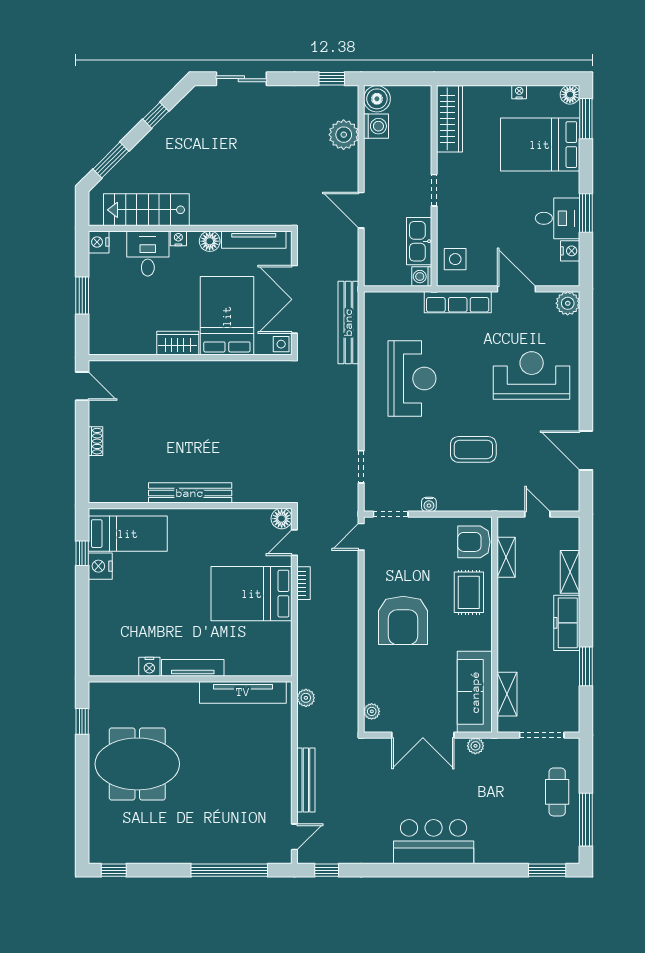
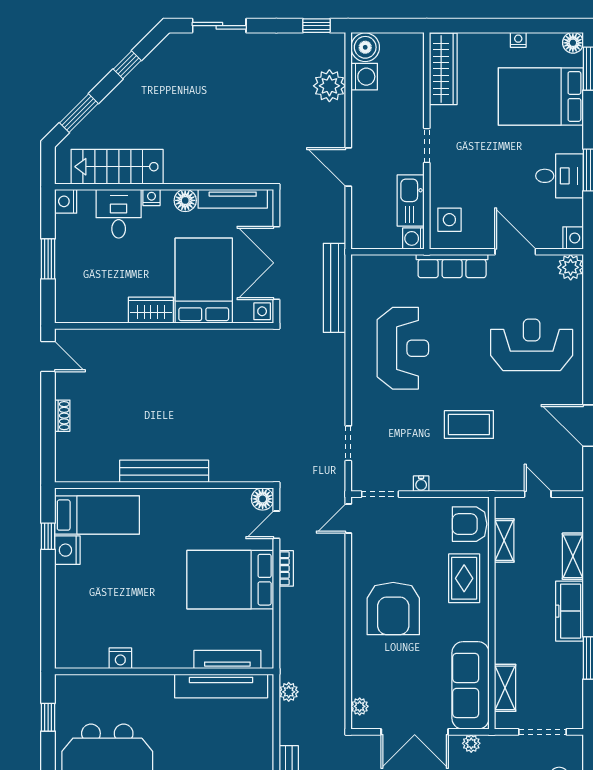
nightstand: (570, 251) -> (573, 238), moved
tv unit: (193, 668) -> (227, 660), moved

